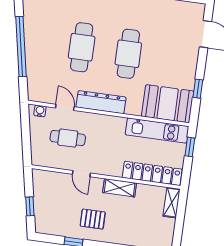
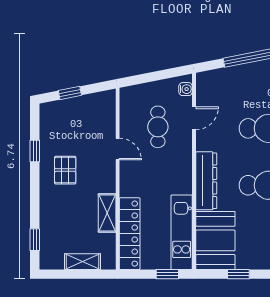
dresser: (101, 102) -> (206, 181), moved
door: (81, 174) -> (118, 149), swing flipped
shelving: (120, 188) -> (107, 213), moved
shelving: (172, 203) -> (83, 262), moved

